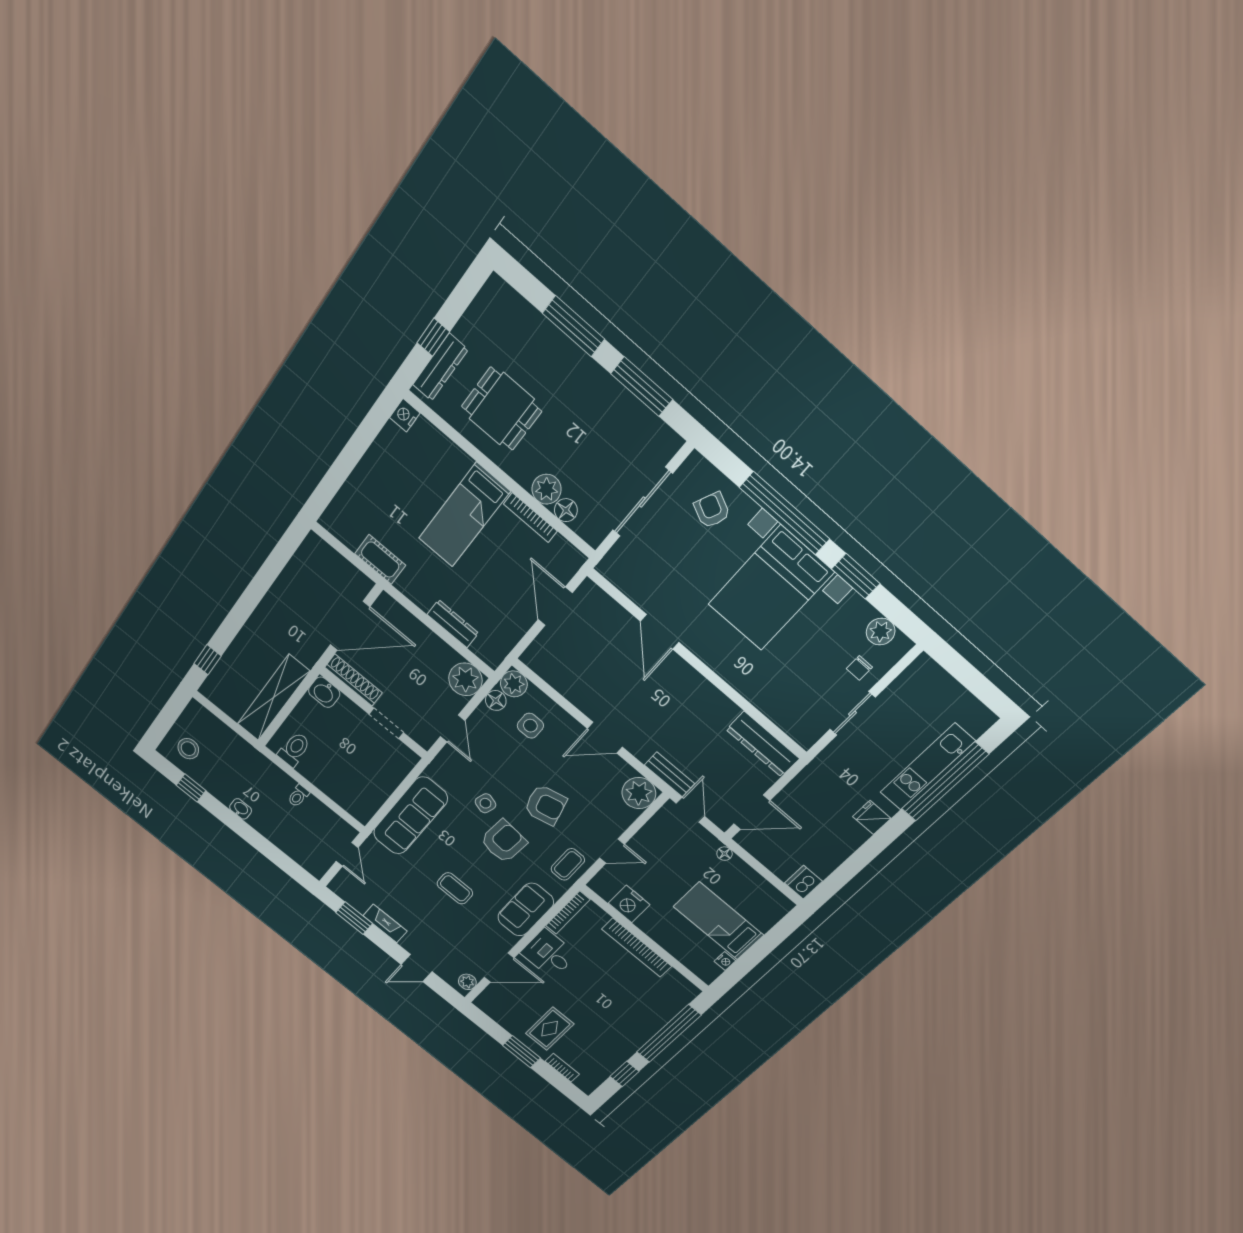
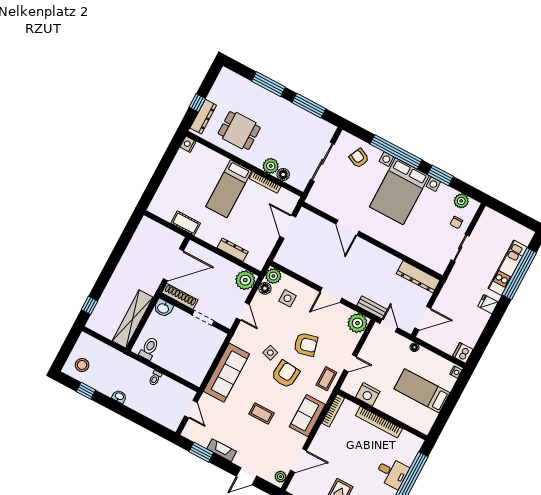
desk: (549, 954) -> (392, 473), moved, turned 180
nightstand: (725, 961) -> (456, 372), moved

